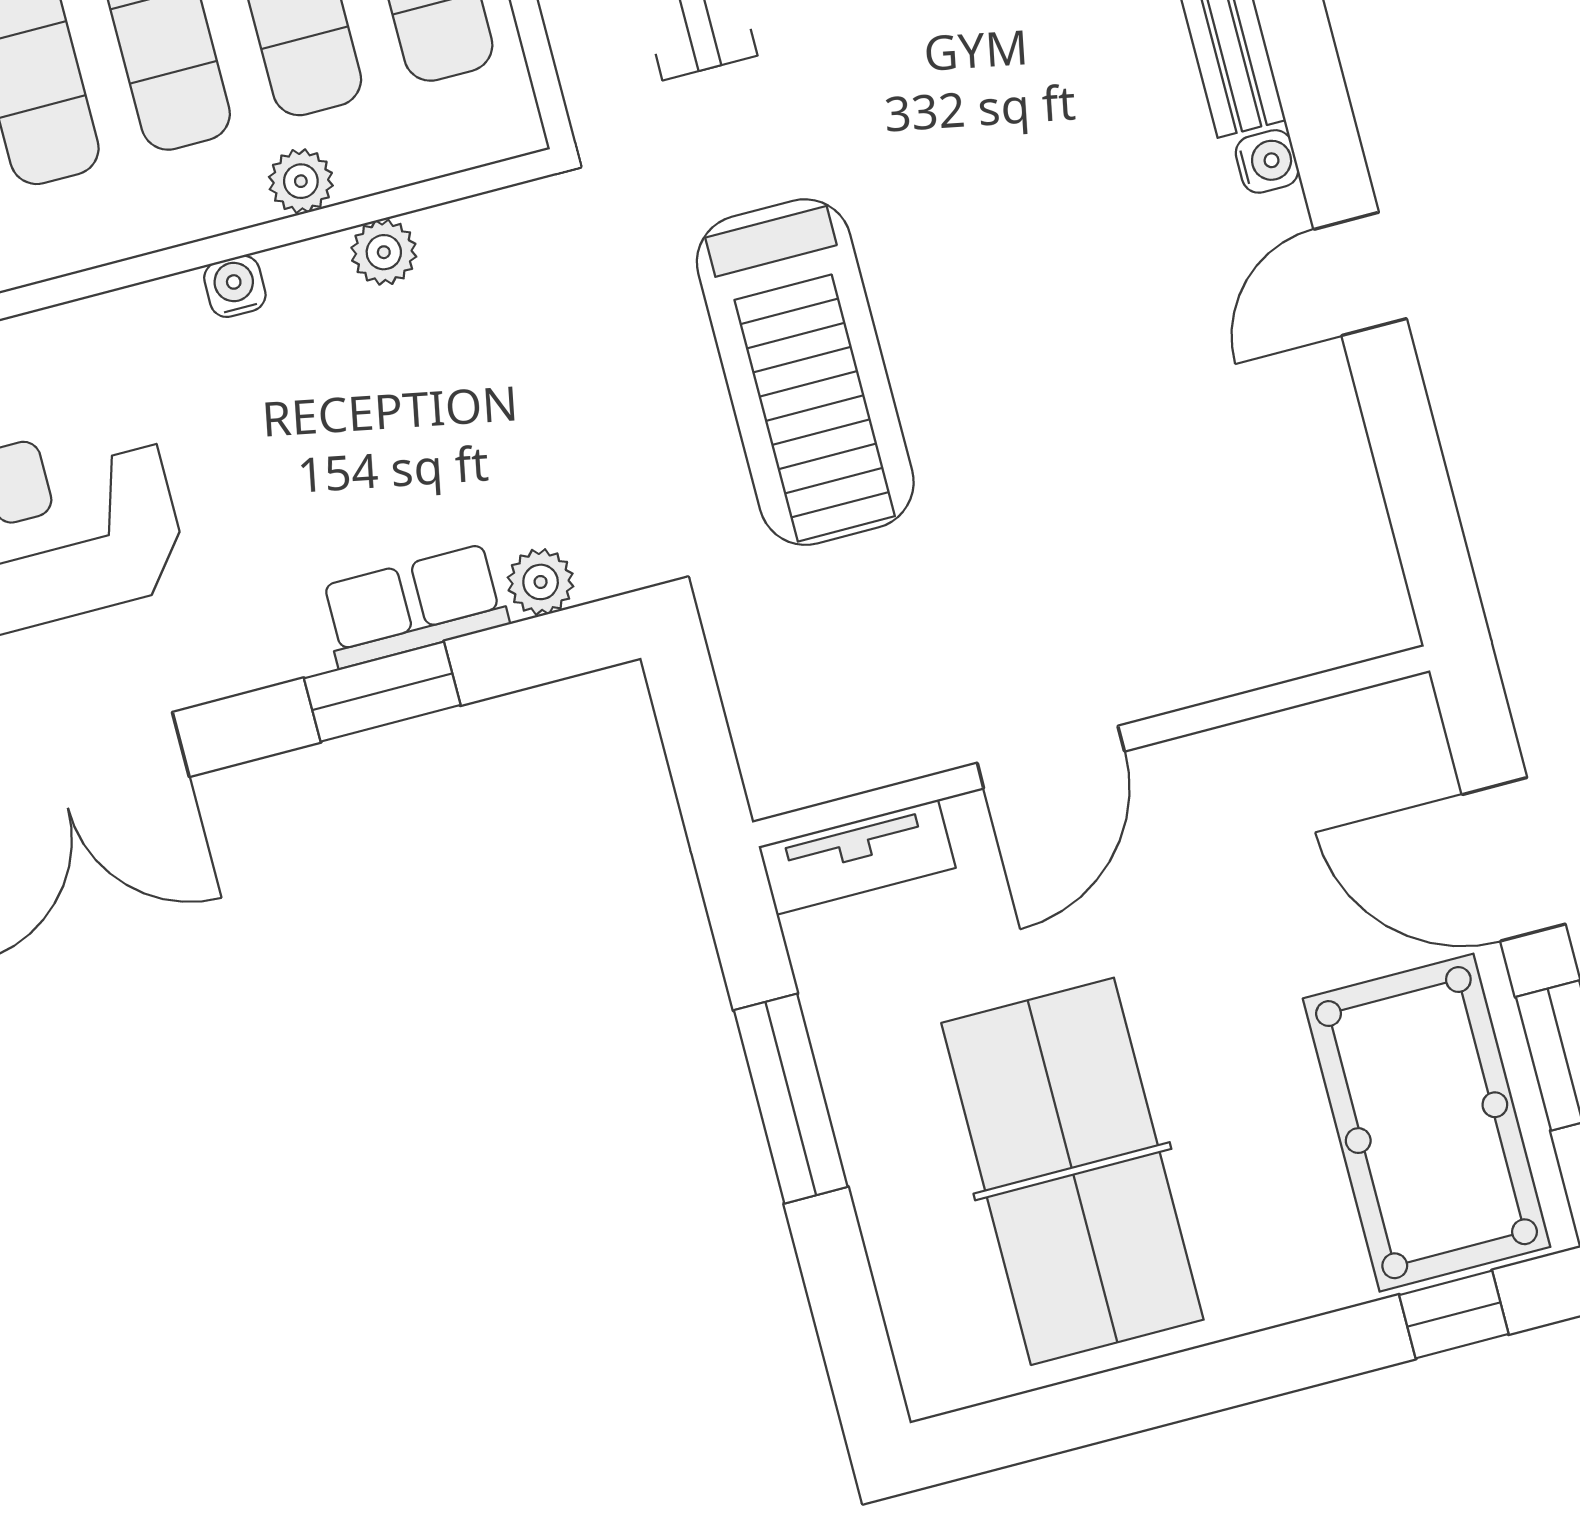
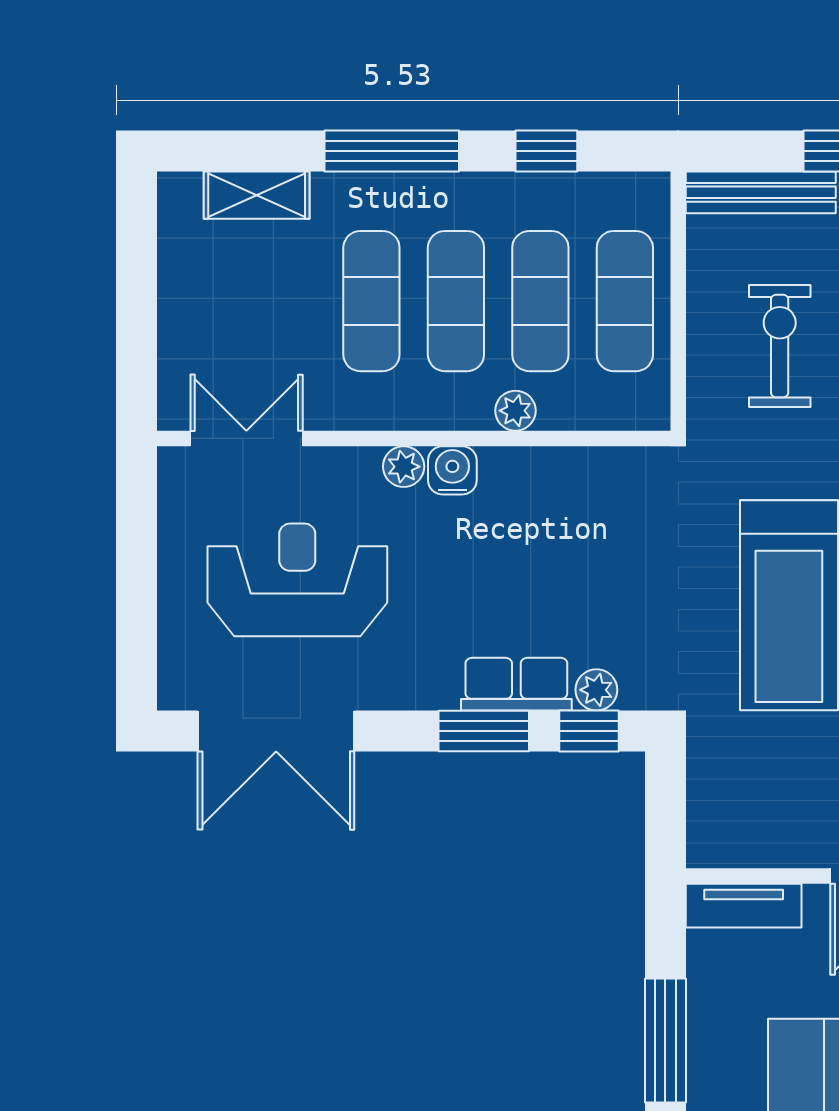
plant: (384, 252) -> (404, 467), moved
water cooler: (235, 286) -> (452, 470), width x1.38, depth x1.38
window: (546, 649) -> (589, 731), added

